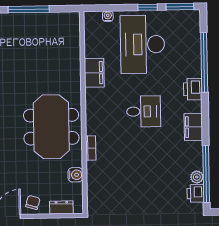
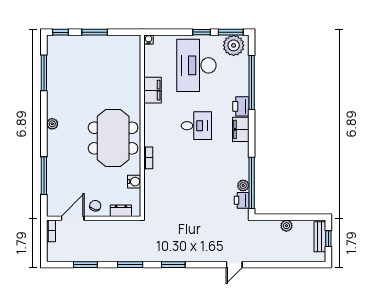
window: (29, 9) -> (95, 32), width x0.69
water cooler: (108, 16) -> (149, 40), moved
plant: (183, 21) -> (234, 45), added
filing cabinet: (193, 127) -> (241, 129), moved

